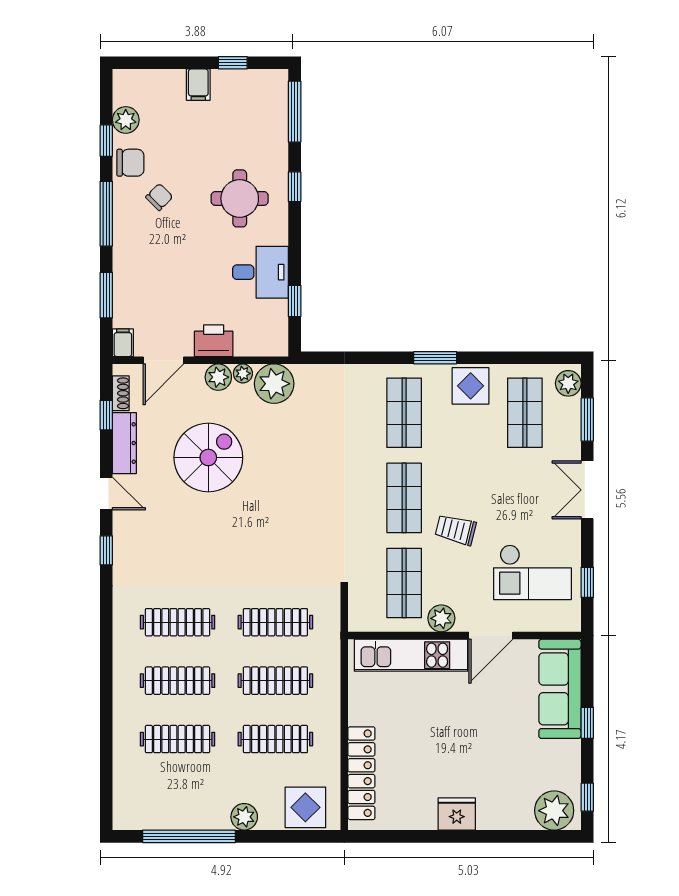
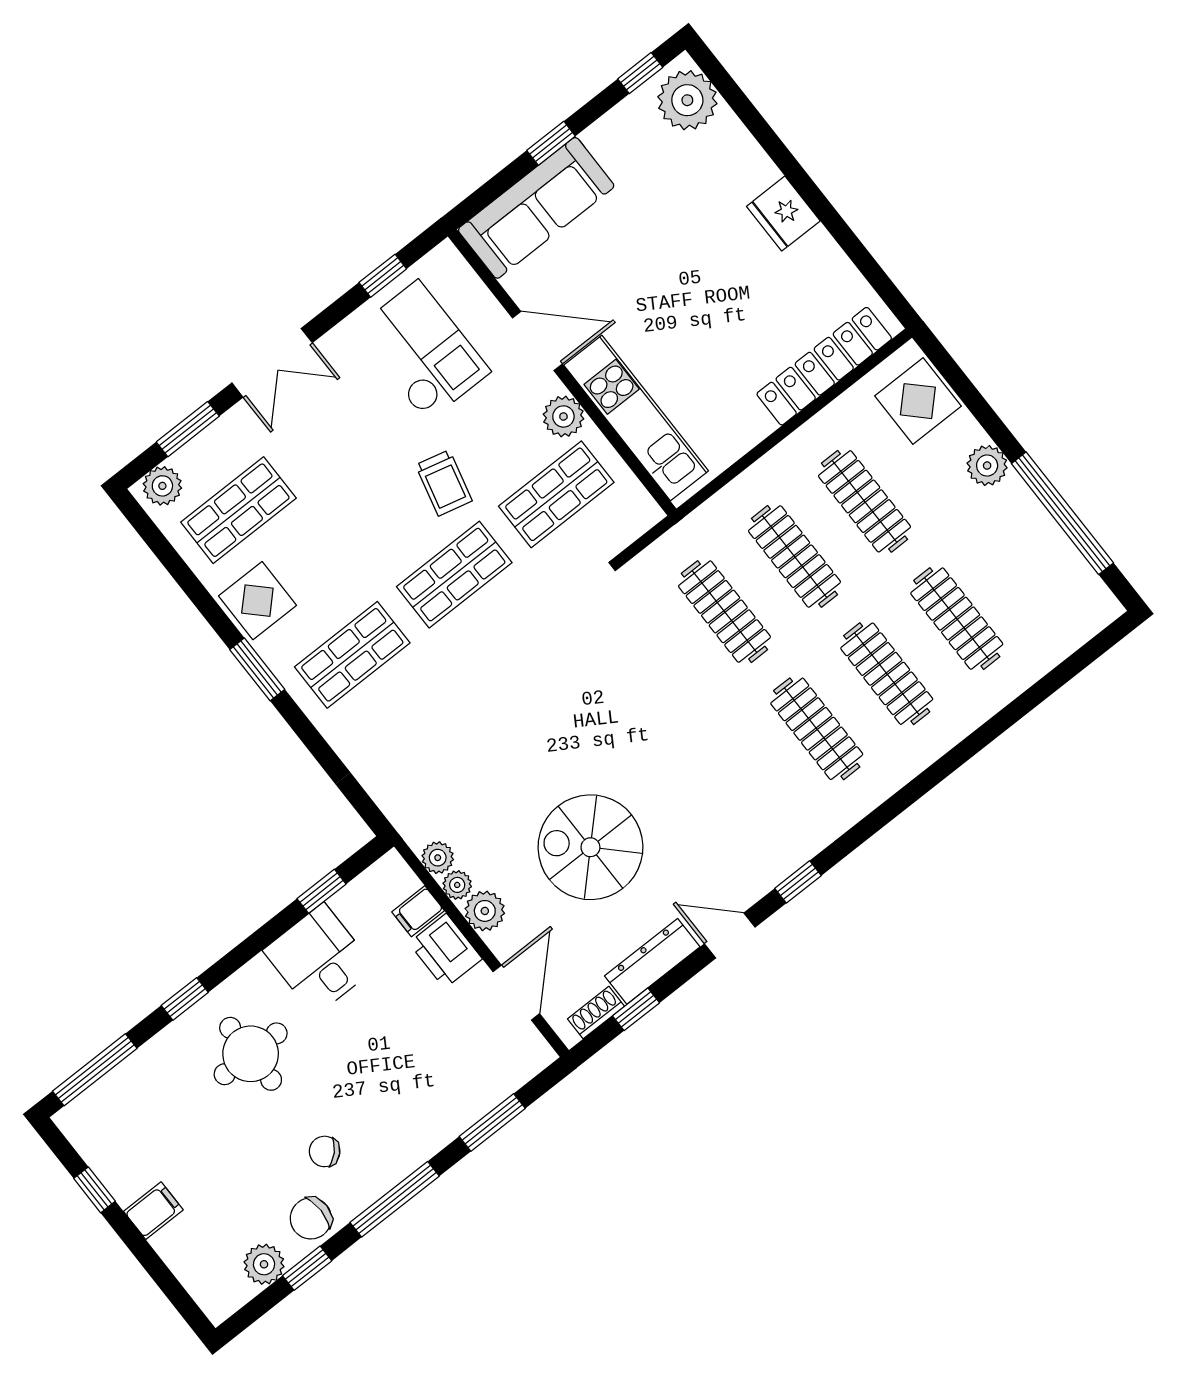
chair: (130, 163) -> (311, 1218), turned -90
filing cabinet: (123, 343) -> (418, 911), moved
door: (163, 360) -> (516, 993), hinge flipped
plant: (274, 384) -> (438, 858), width x0.53, depth x0.53
door: (106, 493) -> (730, 936), hinge flipped

